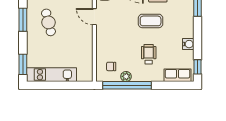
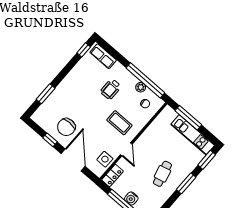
window: (23, 20) -> (186, 183), moved
coffee table: (151, 21) -> (119, 123), moved
water cooler: (188, 44) -> (76, 72), removed
window: (67, 85) -> (188, 118), added

